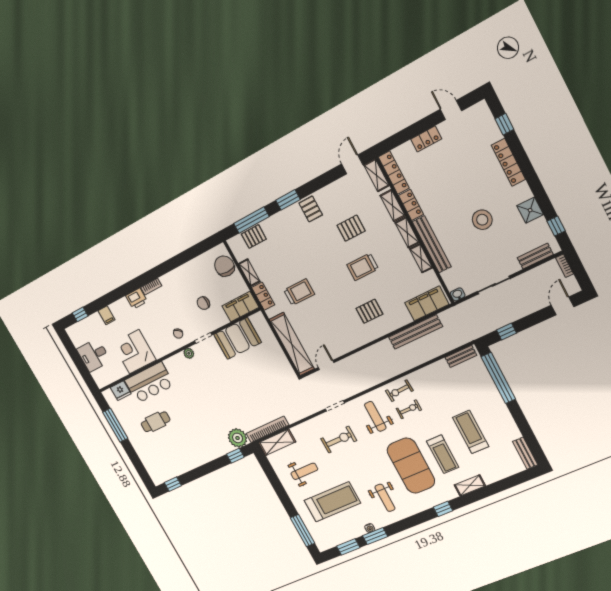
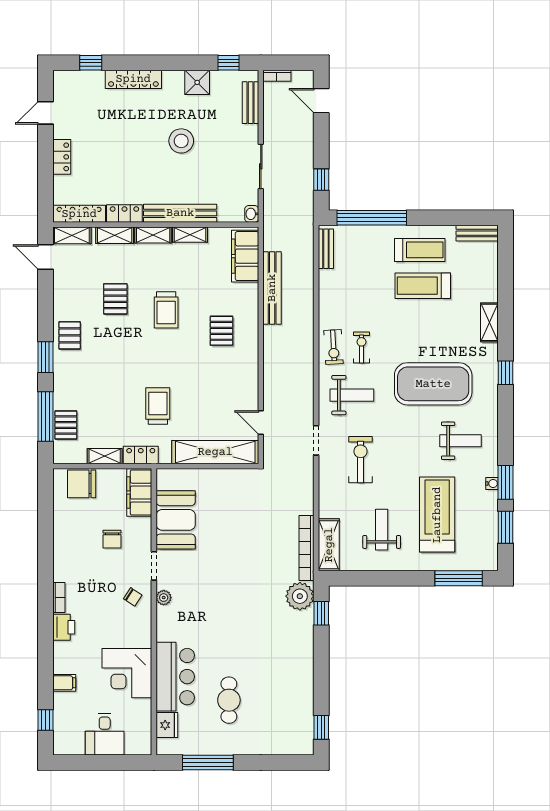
pallet: (311, 209) -> (70, 335), turned 90
weight bench: (375, 416) -> (352, 395), turned 180
treadmill: (443, 454) -> (420, 250), moved

